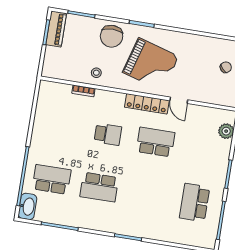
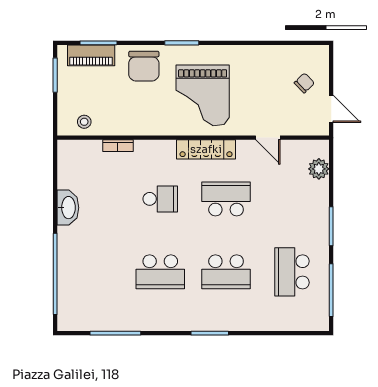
piano: (56, 29) -> (91, 55), moved, turned 90
grand piano: (151, 64) -> (203, 95), turned 74
stool: (96, 73) -> (84, 122), moved
door: (179, 100) -> (268, 138), moved
school desk: (52, 179) -> (226, 272), moved, turned 180
washbasin: (28, 206) -> (68, 208), moved

